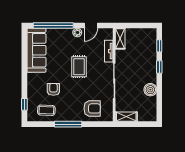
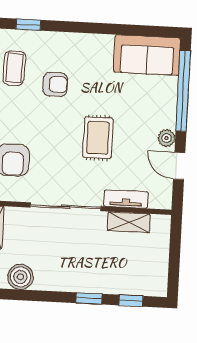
shelving: (120, 39) -> (129, 222), moved
sofa: (36, 50) -> (147, 55), width x0.73
rug: (79, 67) -> (98, 138), turned 90
boiler: (150, 90) -> (20, 277), moved

